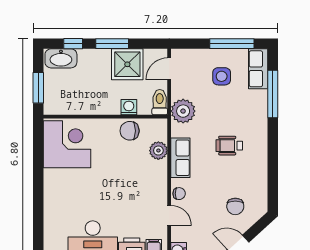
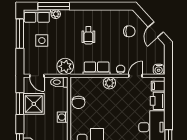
window: (112, 44) -> (20, 104), moved
plant: (261, 97) -> (56, 14), added
washing machine: (129, 107) -> (63, 117), moved
plant: (158, 151) -> (109, 83), moved

